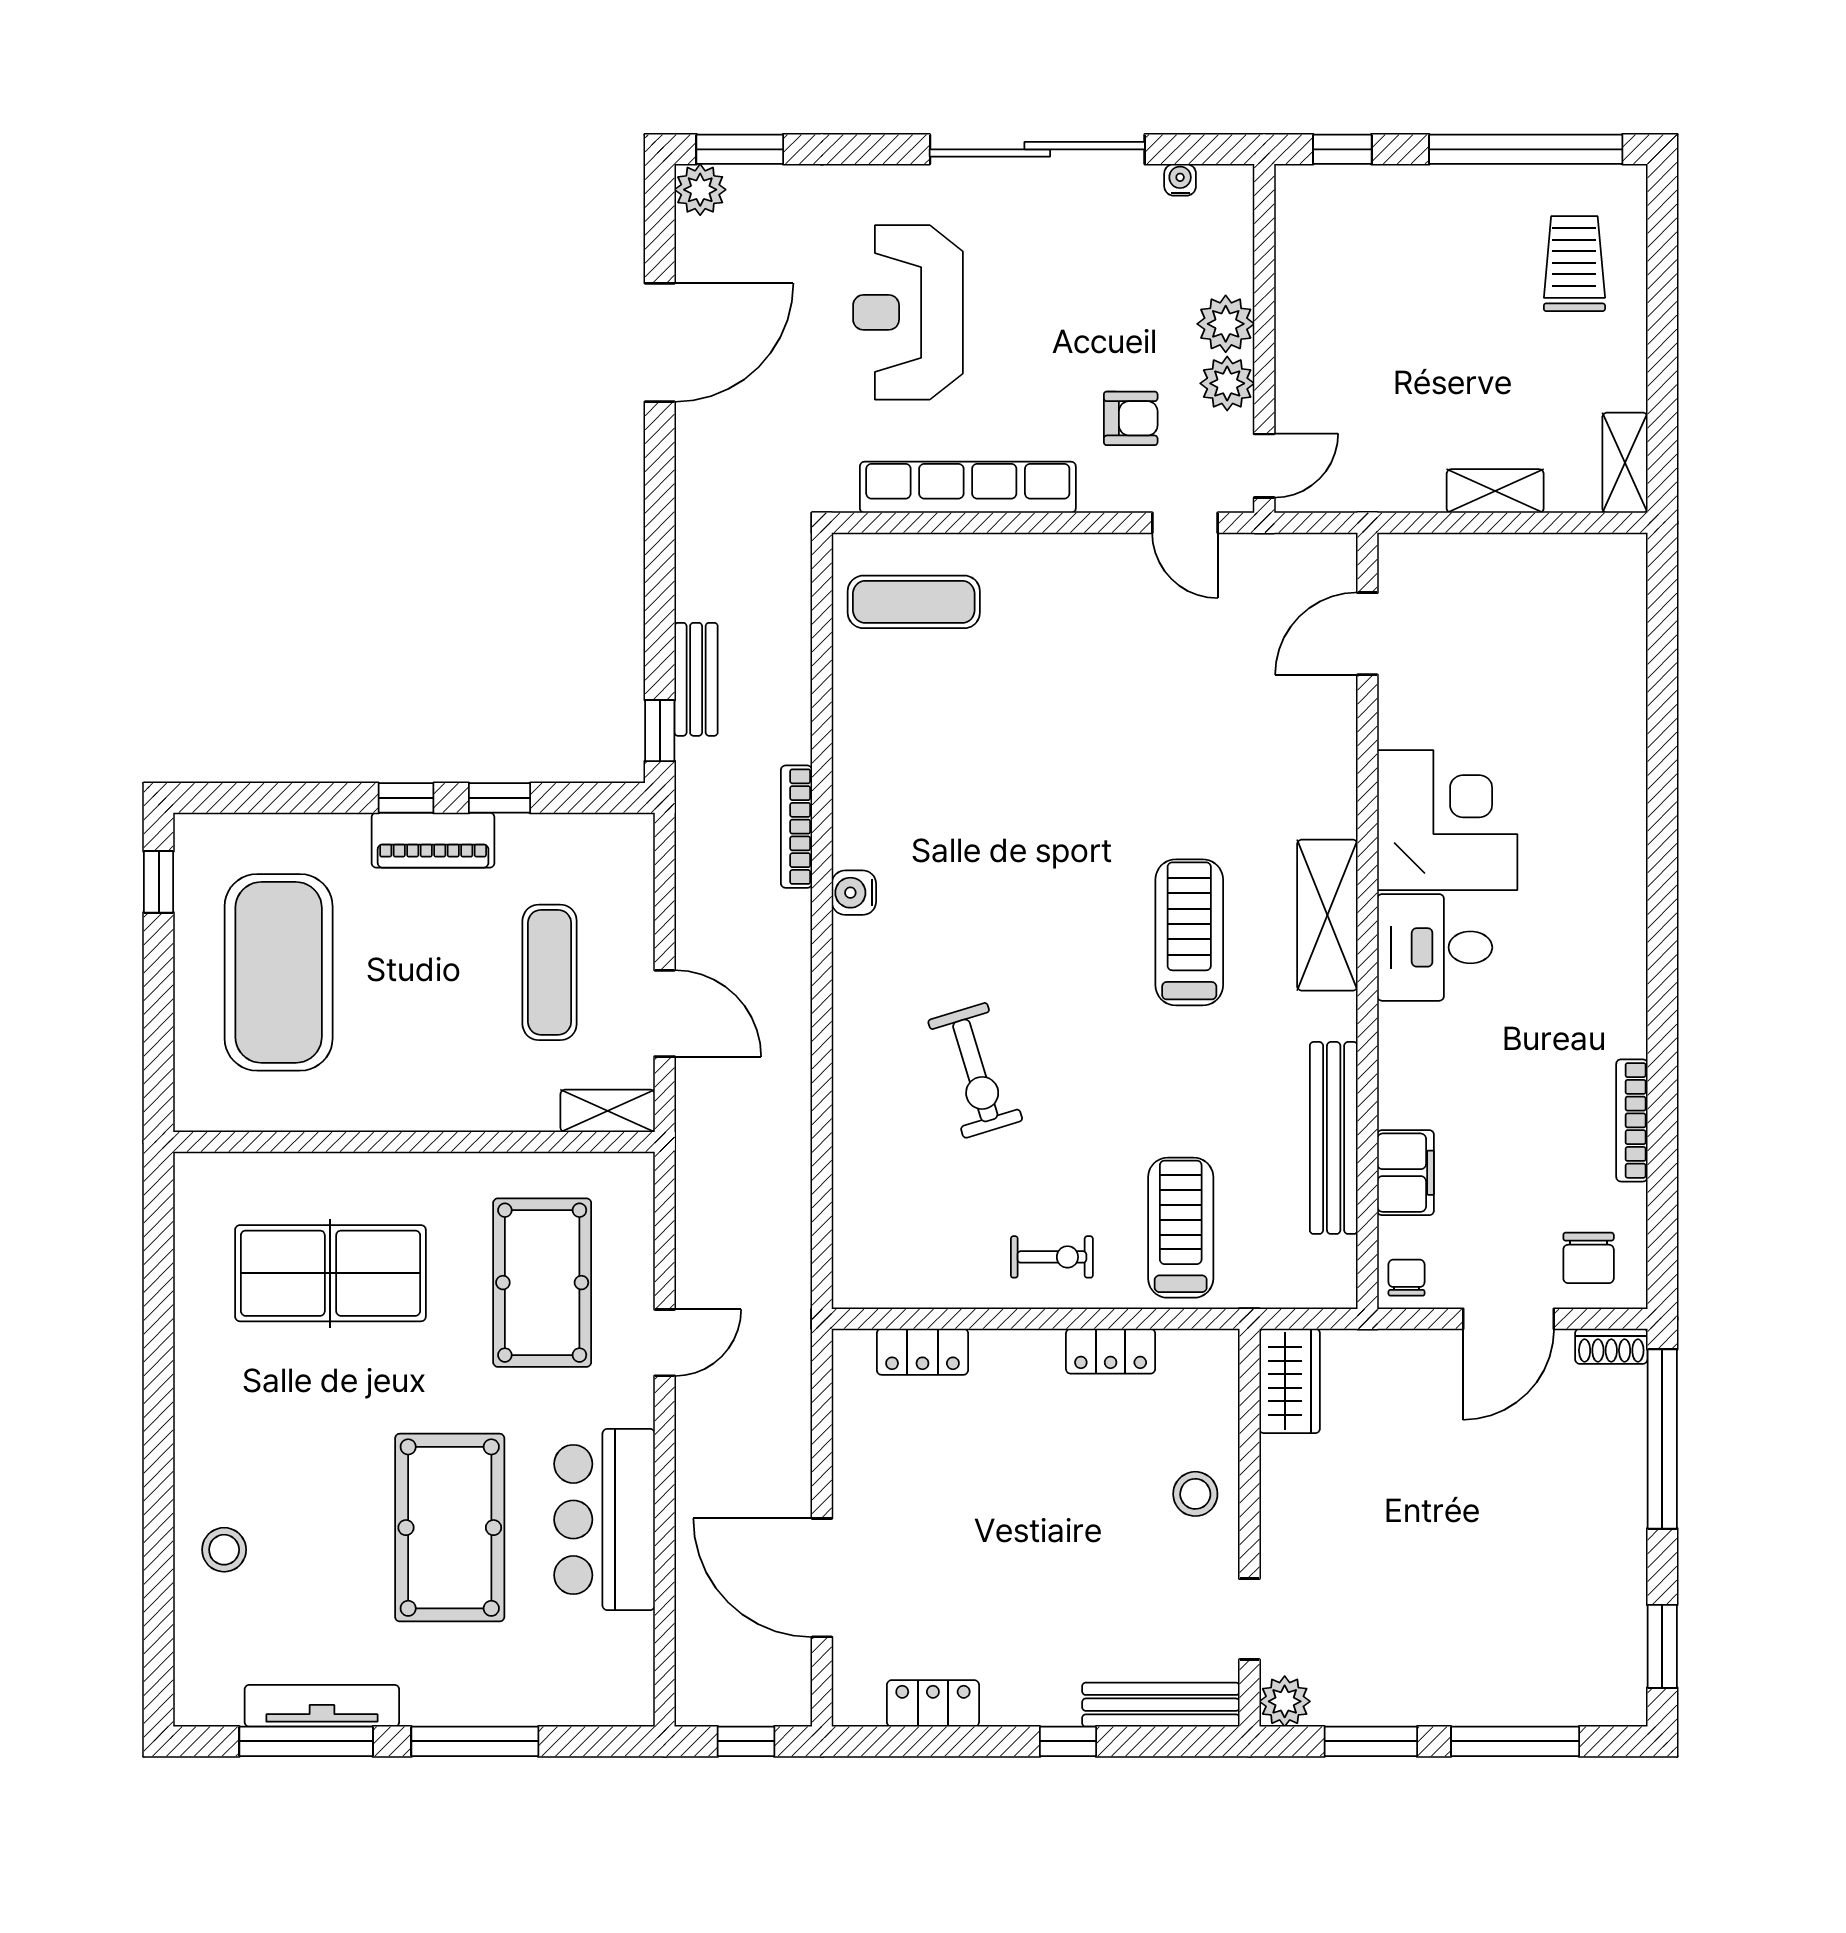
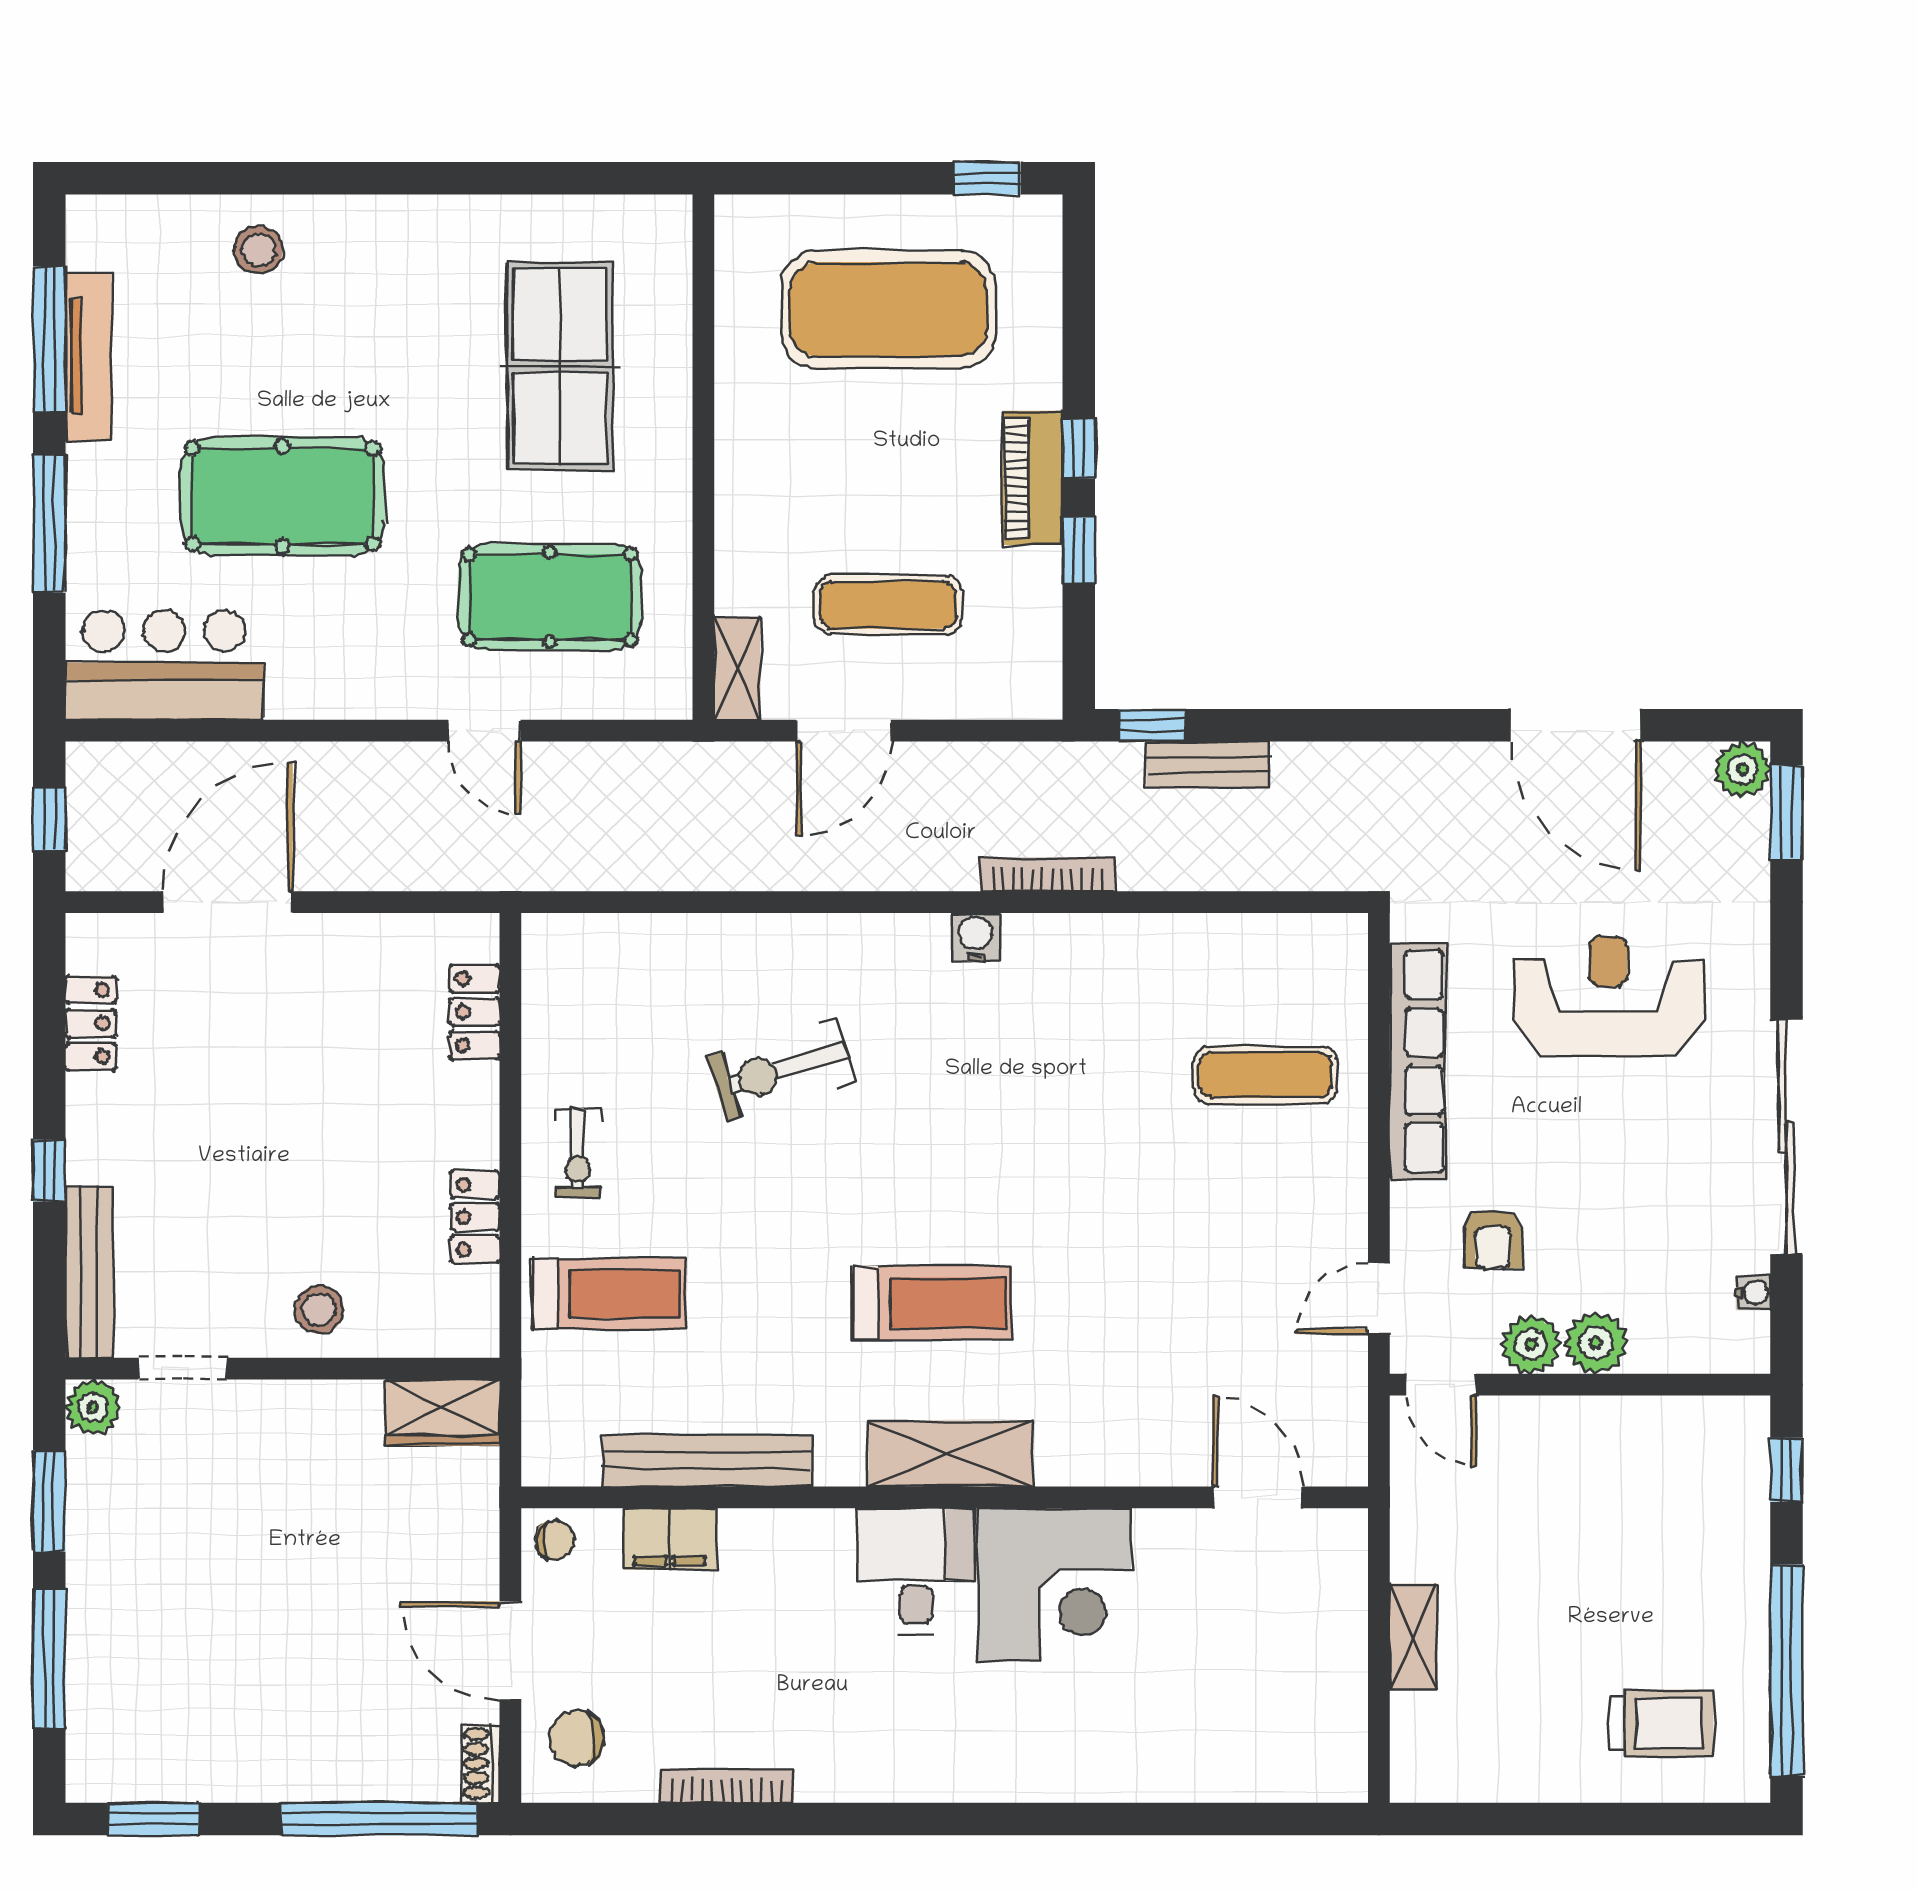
shelving: (1625, 463) -> (1444, 1778), removed
exercise mat: (914, 602) -> (1265, 1075), moved, turned 90
bar counter: (604, 1520) -> (164, 665), moved

